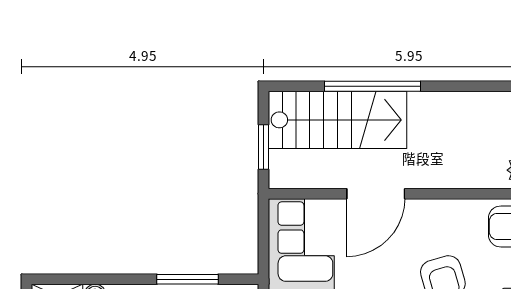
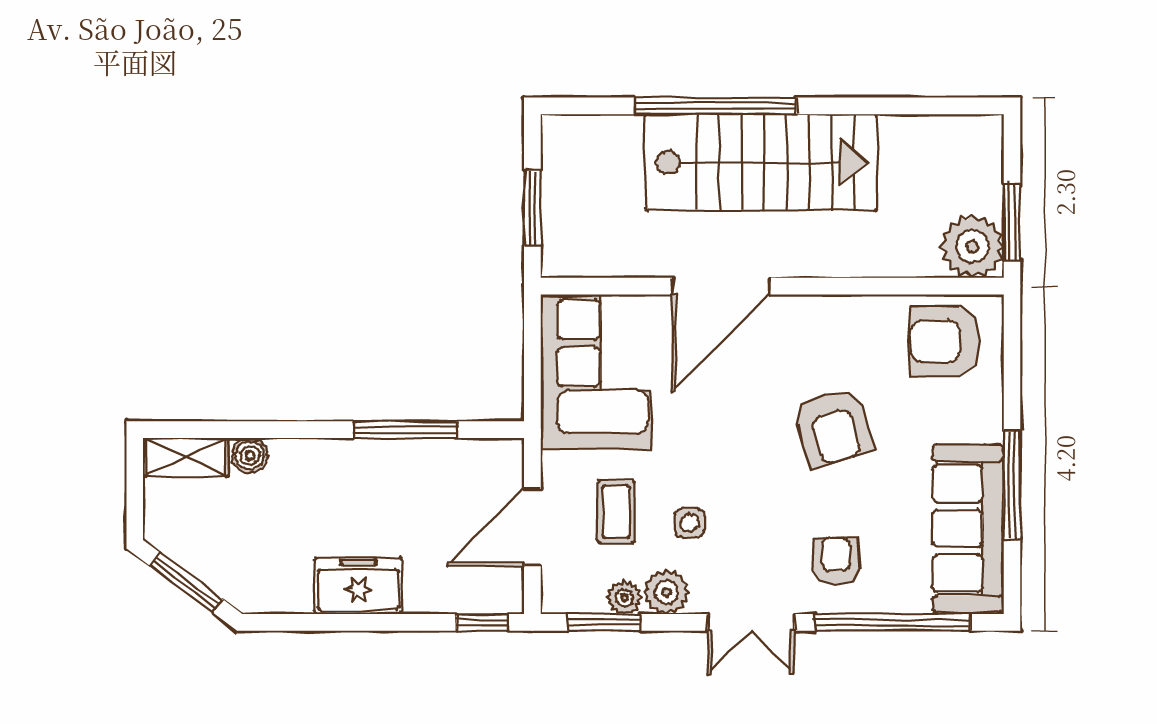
stairs: (337, 120) -> (761, 162), moved

